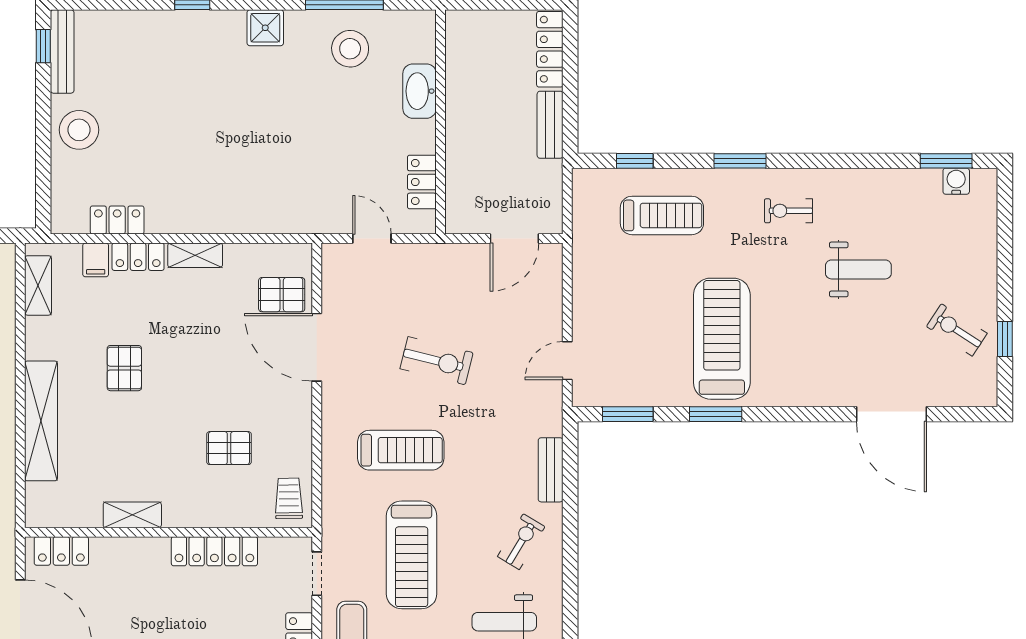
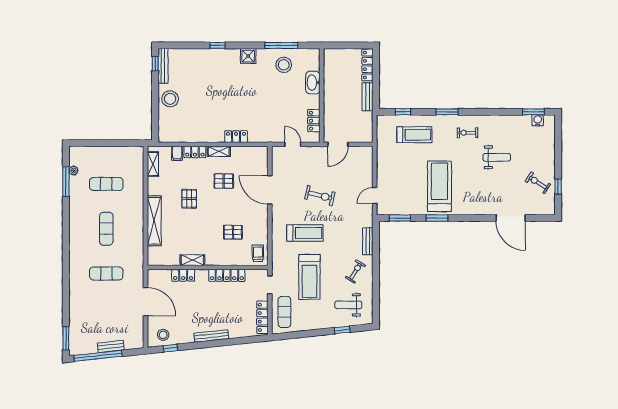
locker: (117, 220) -> (236, 137), moved
door: (514, 239) -> (338, 144), moved
pallet: (282, 295) -> (224, 181), moved
locker: (61, 551) -> (183, 275), moved

